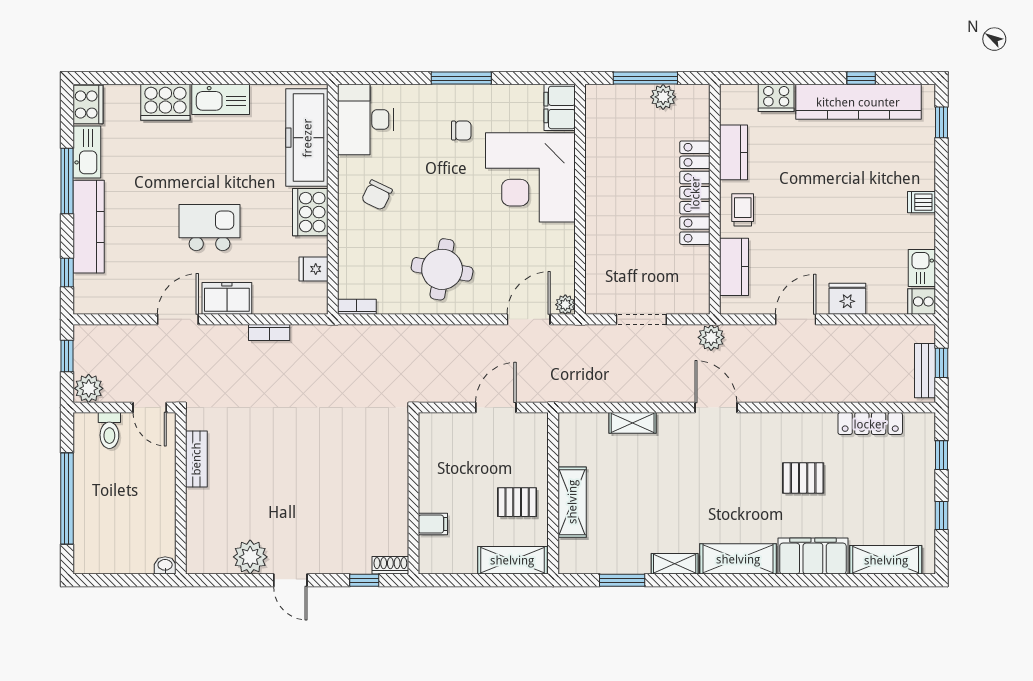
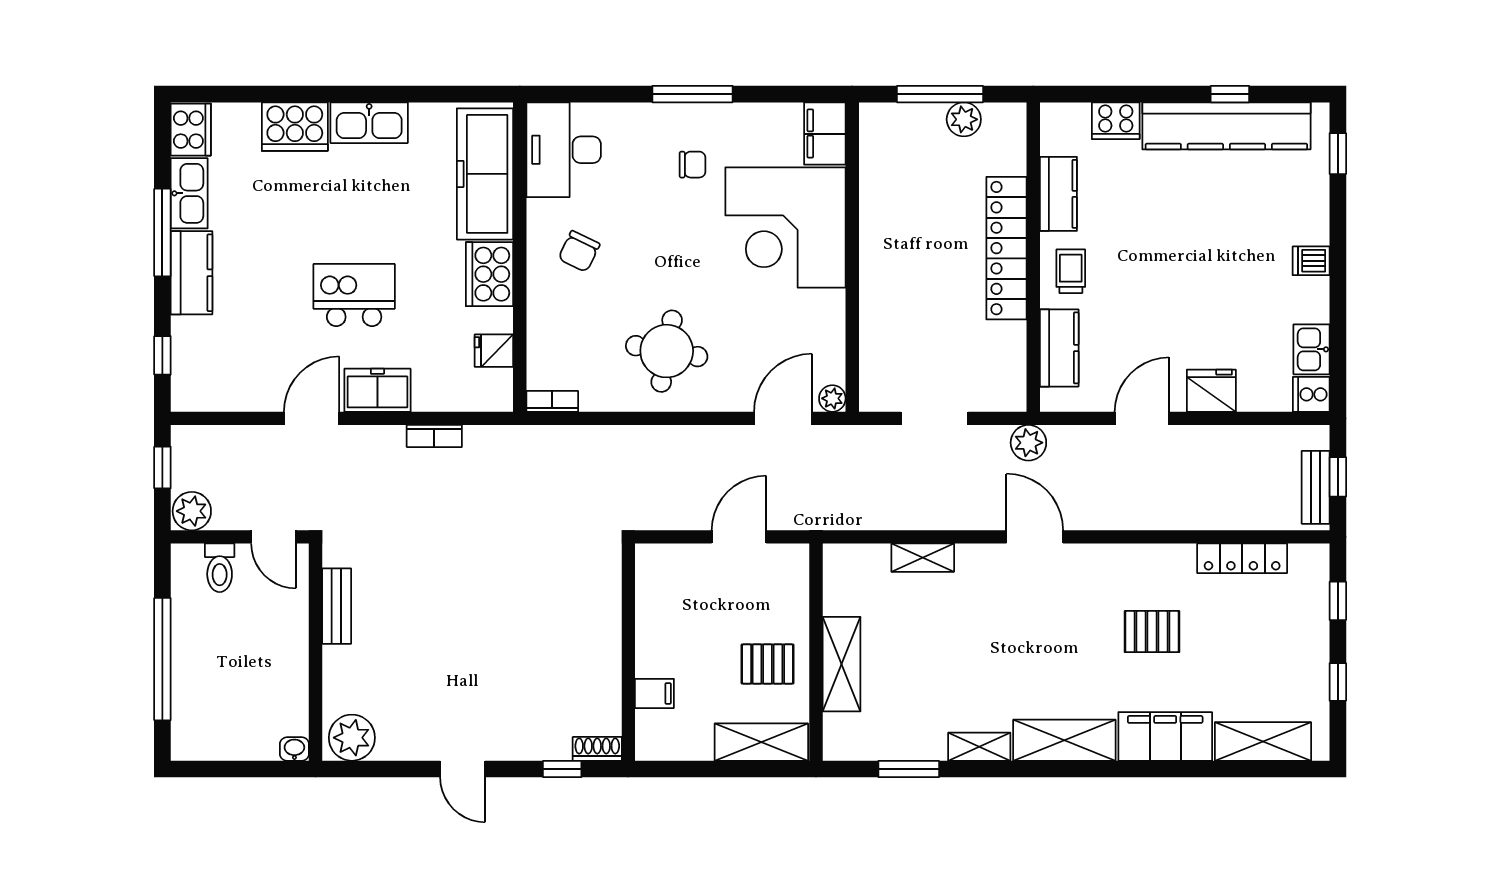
kitchen counter: (89, 227) -> (192, 273), width x0.67
plant: (250, 557) -> (352, 738), moved

